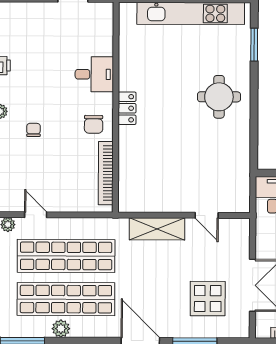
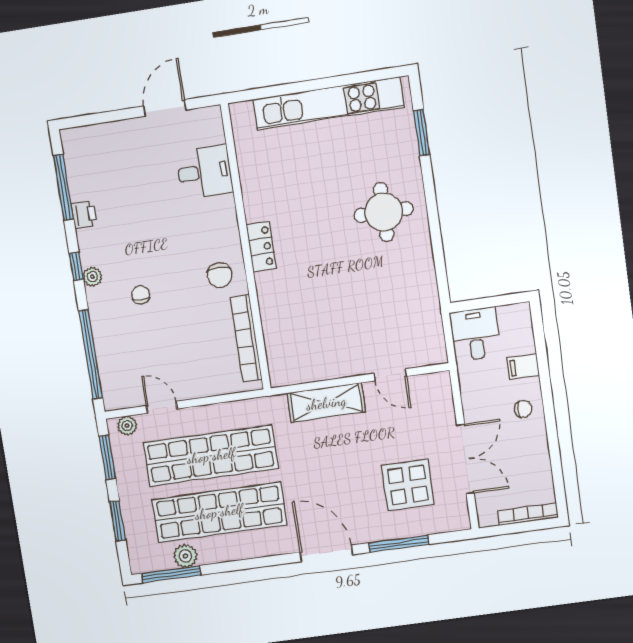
desk: (94, 74) -> (205, 172), moved
plant: (61, 329) -> (185, 556), moved

